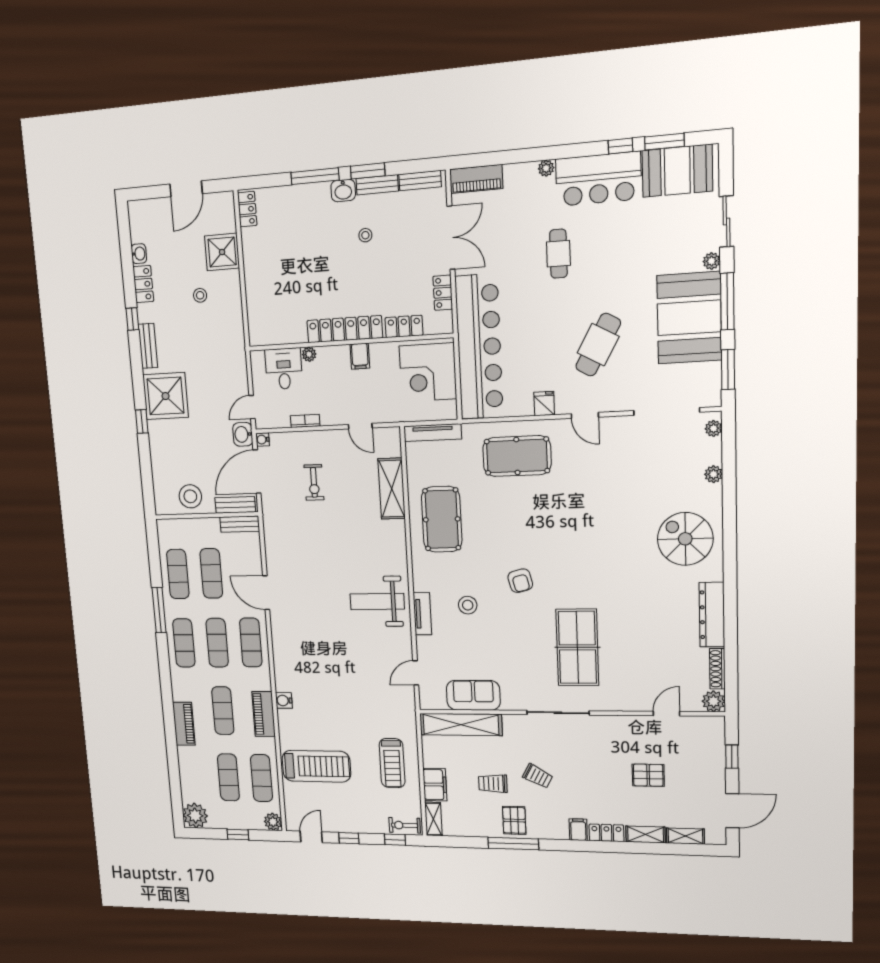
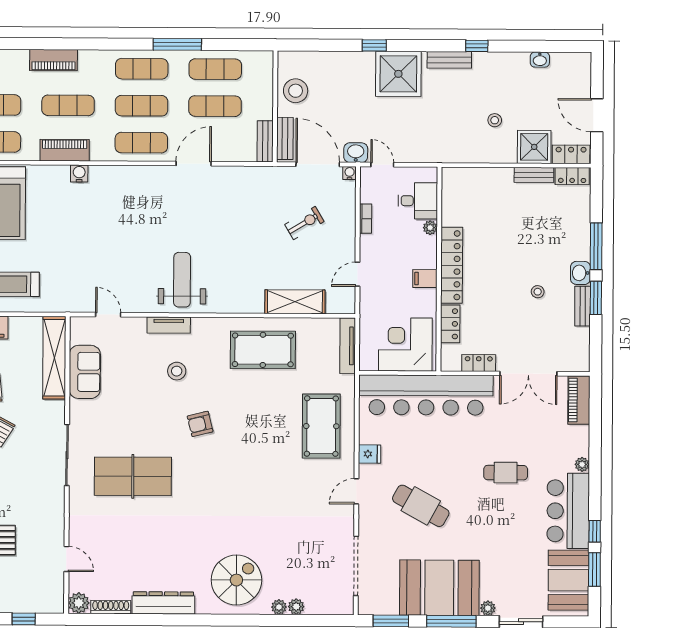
bench: (420, 181) -> (534, 175), moved, turned 90
locker: (143, 284) -> (571, 154), moved, turned 180
plant: (714, 428) -> (279, 607), moved
exercise bike: (314, 482) -> (304, 223), turned 149

